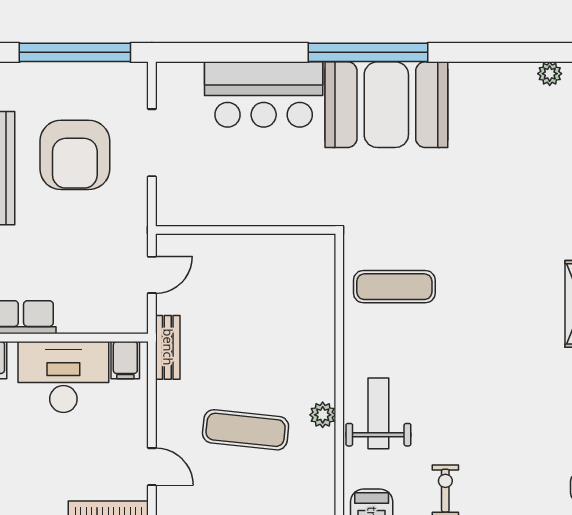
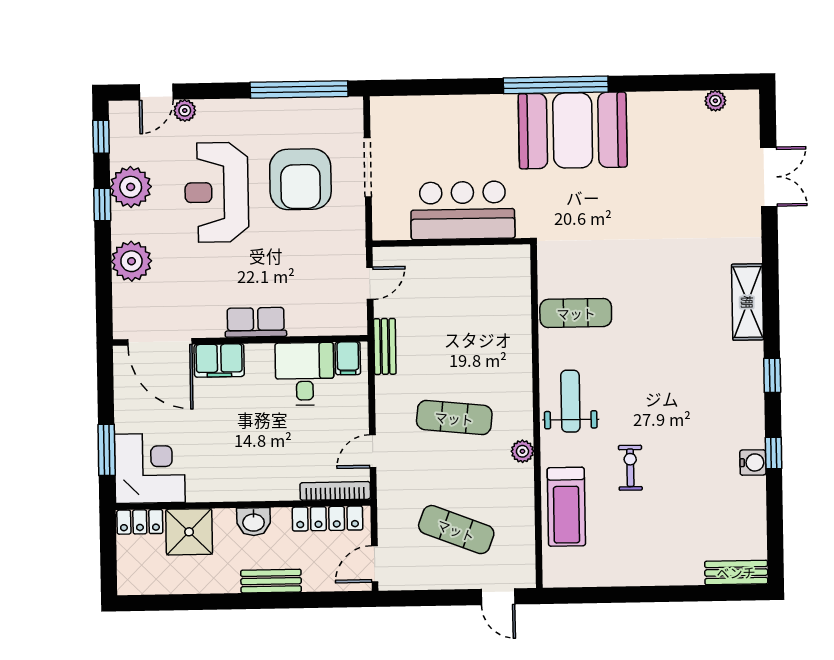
bar counter: (264, 94) -> (463, 210), moved, turned 180
exercise mat: (394, 287) -> (576, 313), moved
desk: (63, 377) -> (305, 374), width x0.73
plant: (323, 415) -> (522, 451), moved
door: (152, 467) -> (373, 451), swing flipped

